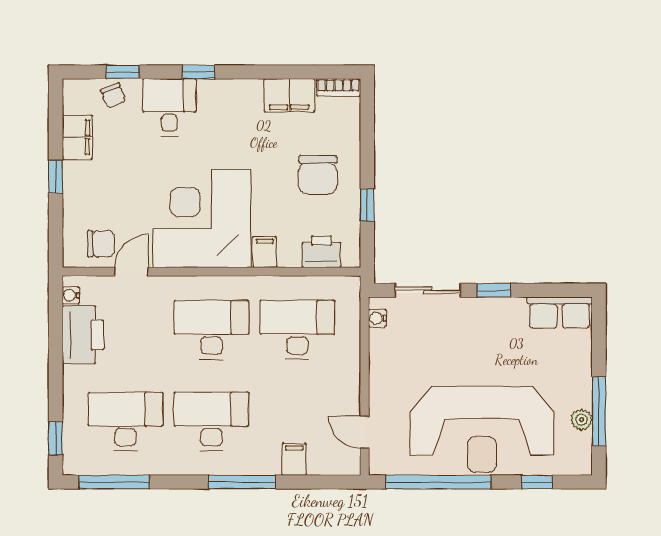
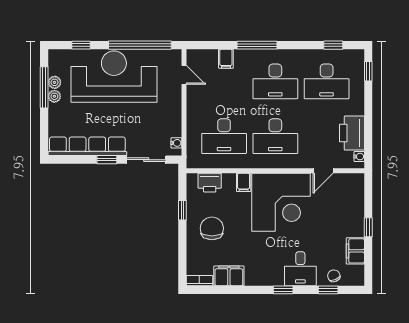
chair: (101, 244) -> (341, 187), removed
row of seats: (560, 313) -> (87, 146), width x2.02
plant: (582, 396) -> (54, 96), added
window: (114, 482) -> (333, 45), width x0.46

